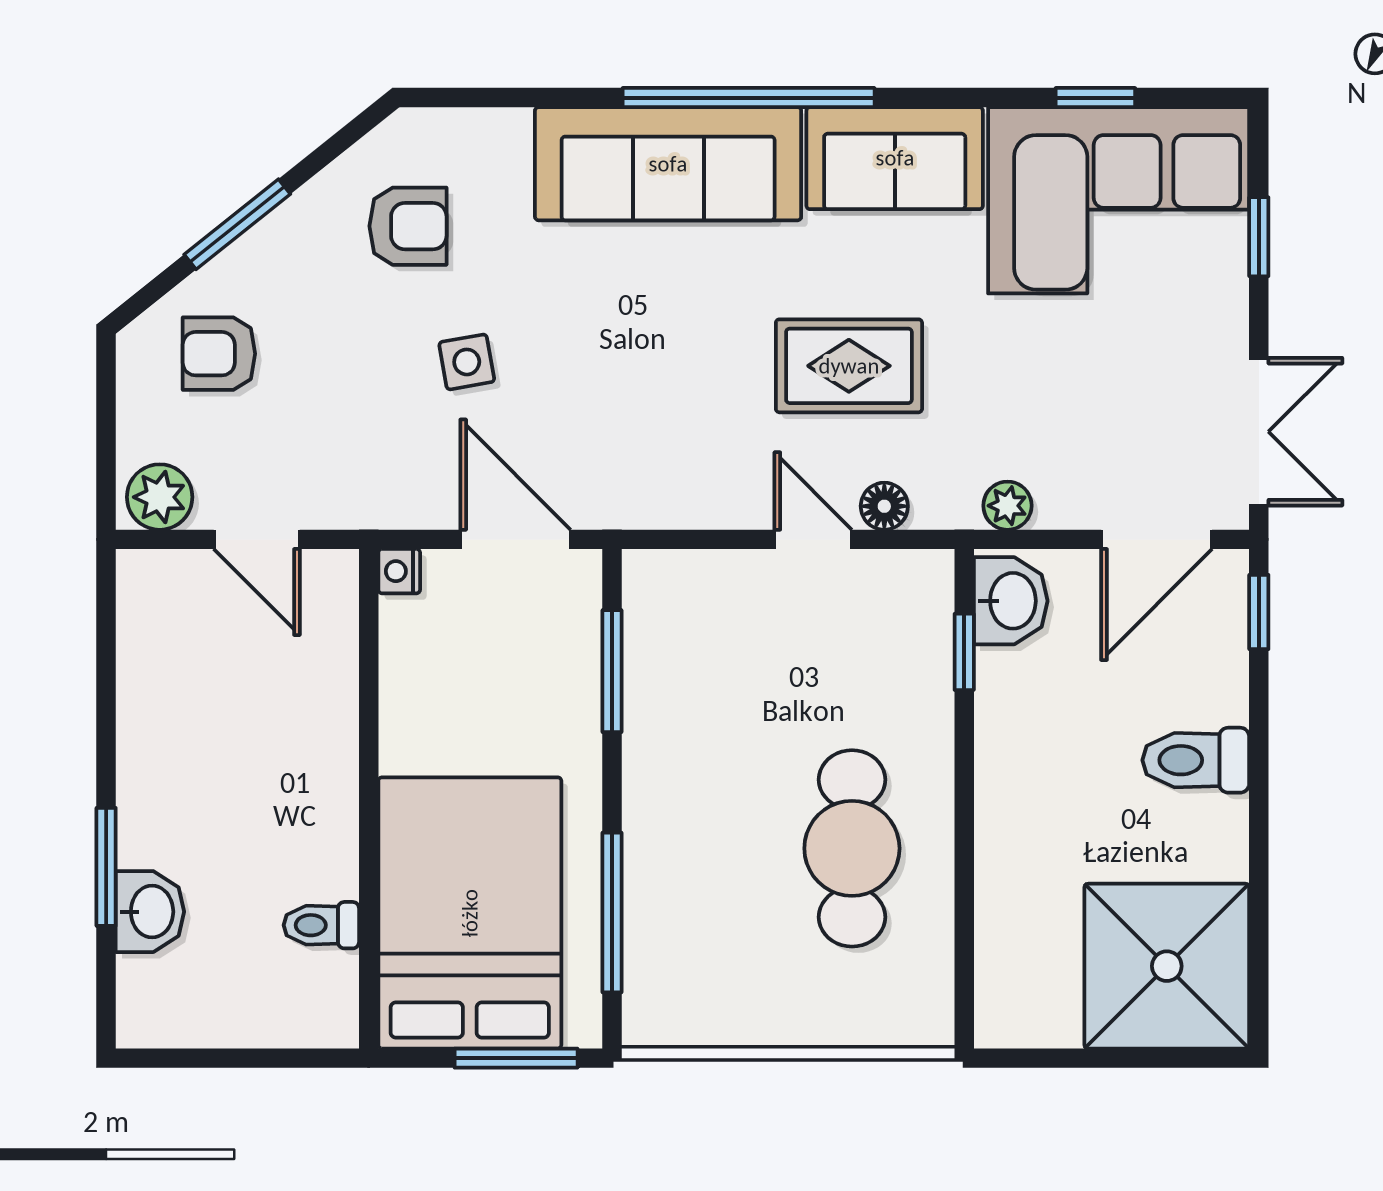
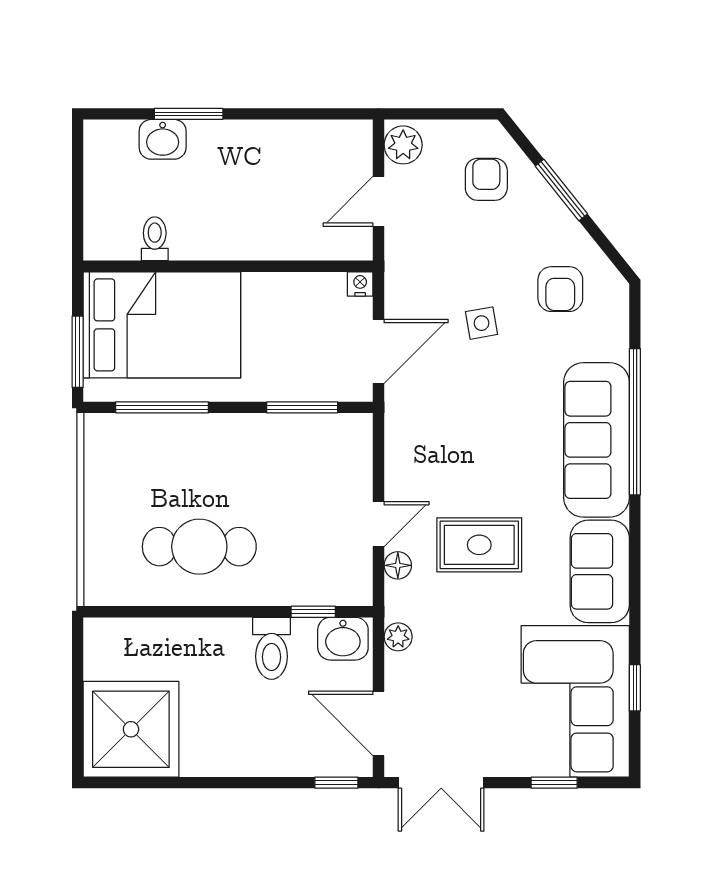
window: (749, 98) -> (635, 422), moved
rug: (849, 366) -> (479, 545), turned 90
toilet: (1196, 760) -> (272, 648), moved, turned 180

